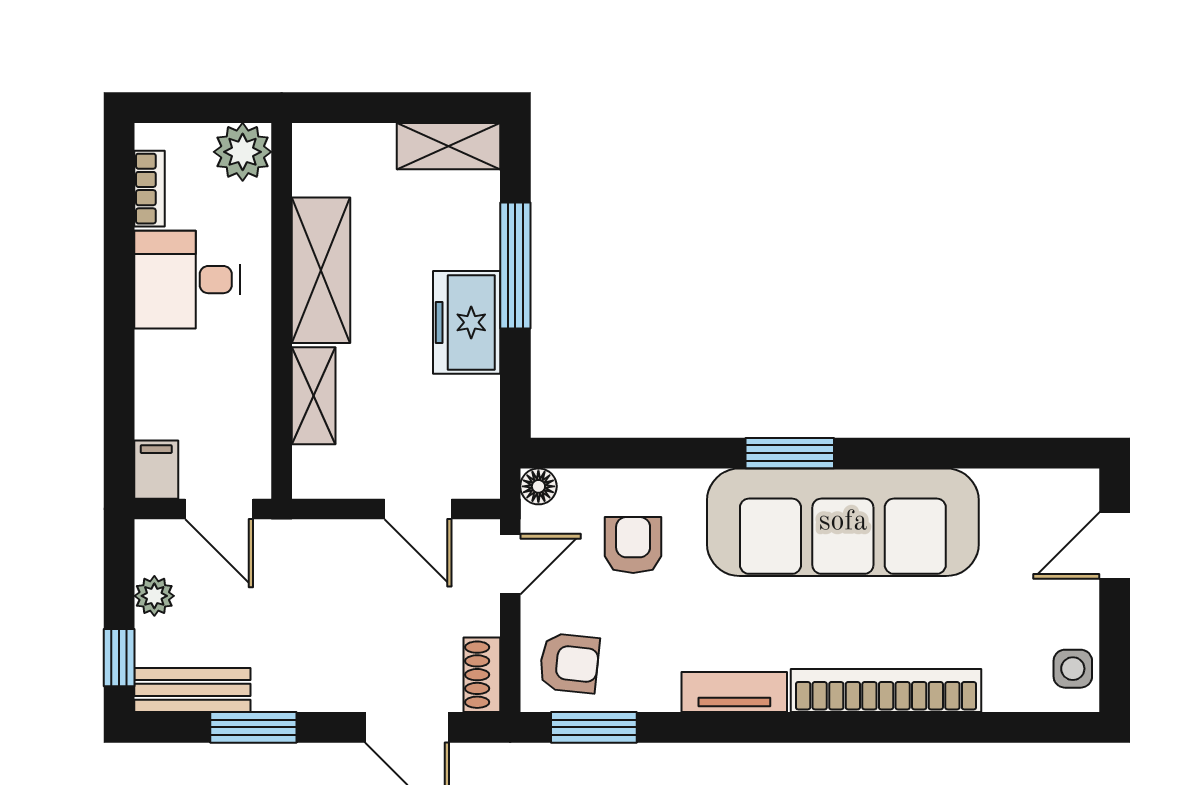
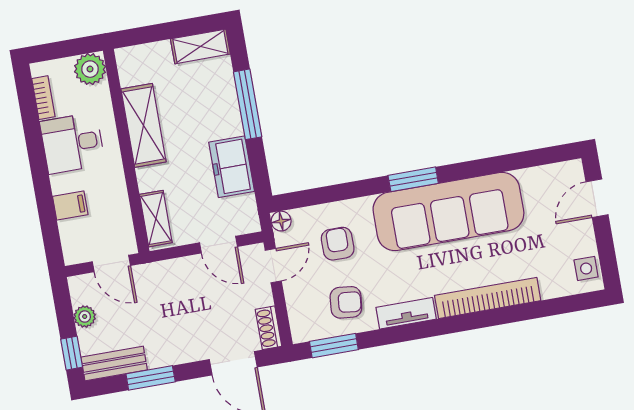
freezer: (467, 322) -> (232, 167), moved
shelving: (314, 396) -> (156, 219), moved
filing cabinet: (156, 470) -> (70, 205), moved, turned 90
armchair: (569, 663) -> (346, 302), moved

